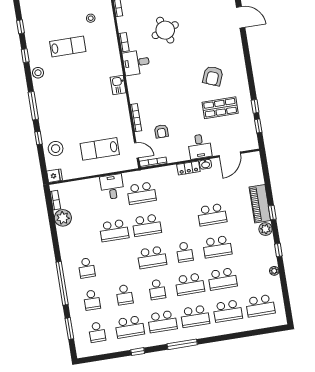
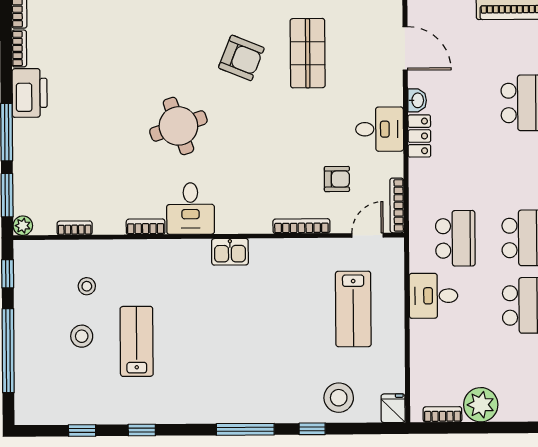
round table: (165, 30) -> (178, 126), moved
stool: (38, 73) -> (82, 336), moved
desk: (200, 146) -> (380, 129), moved

